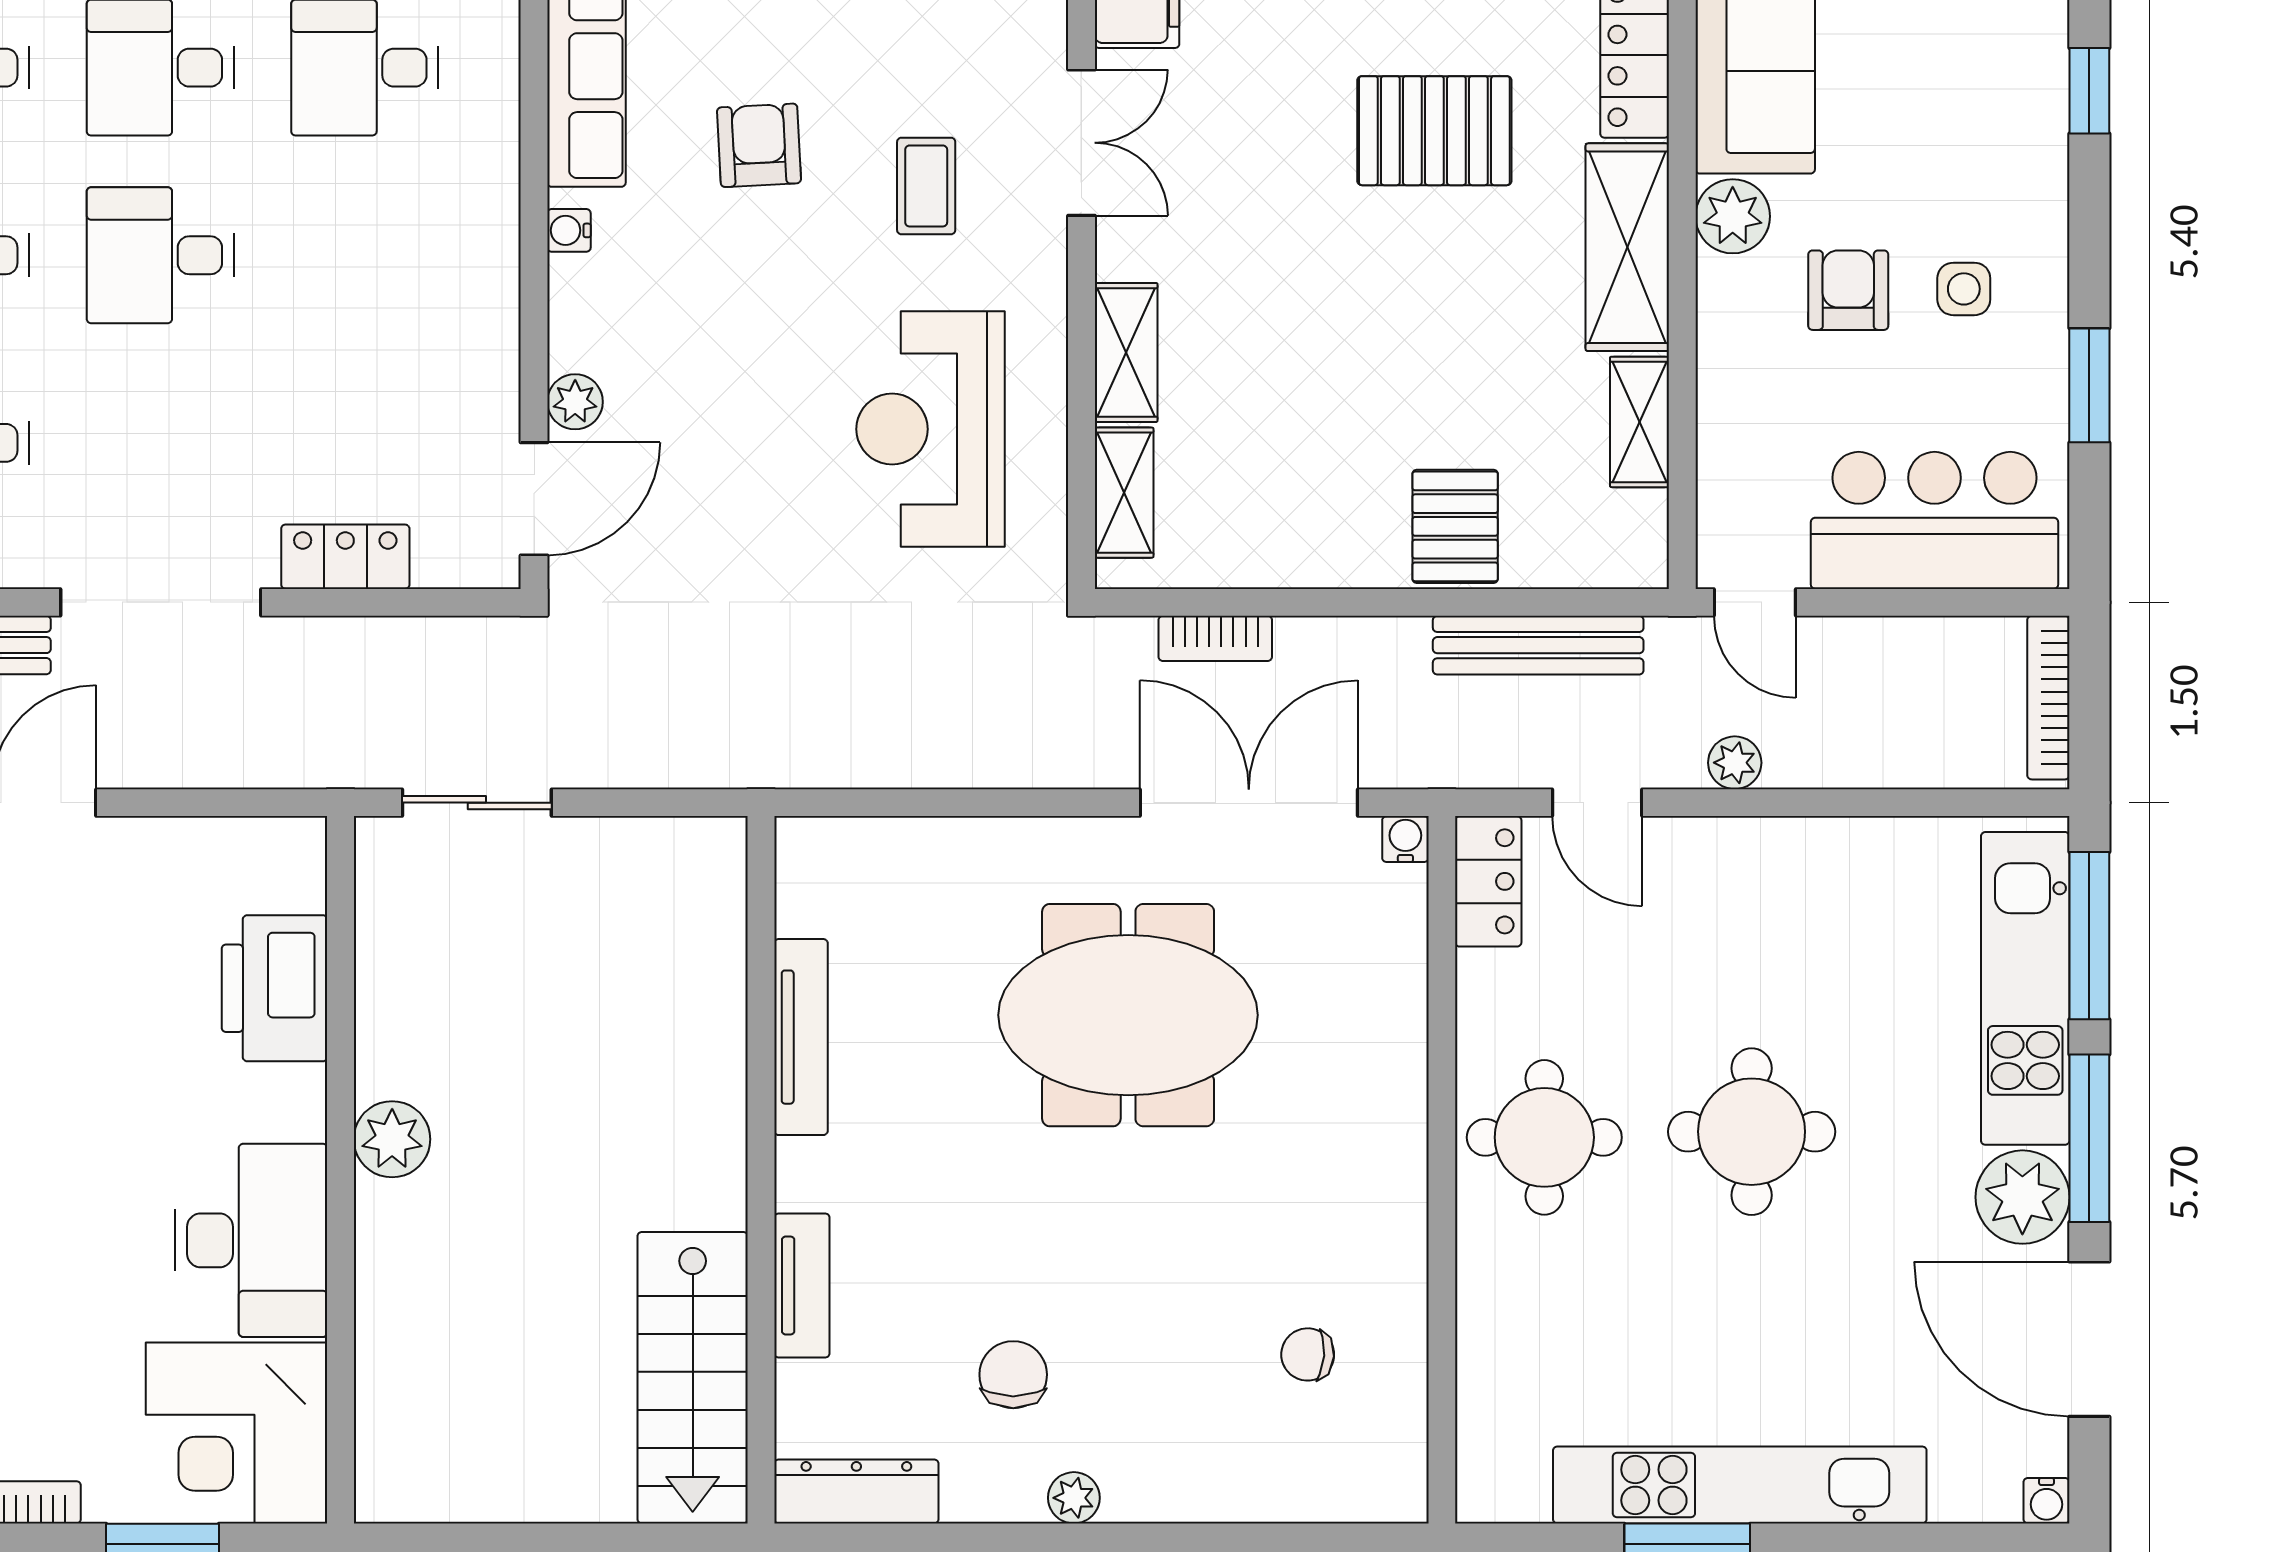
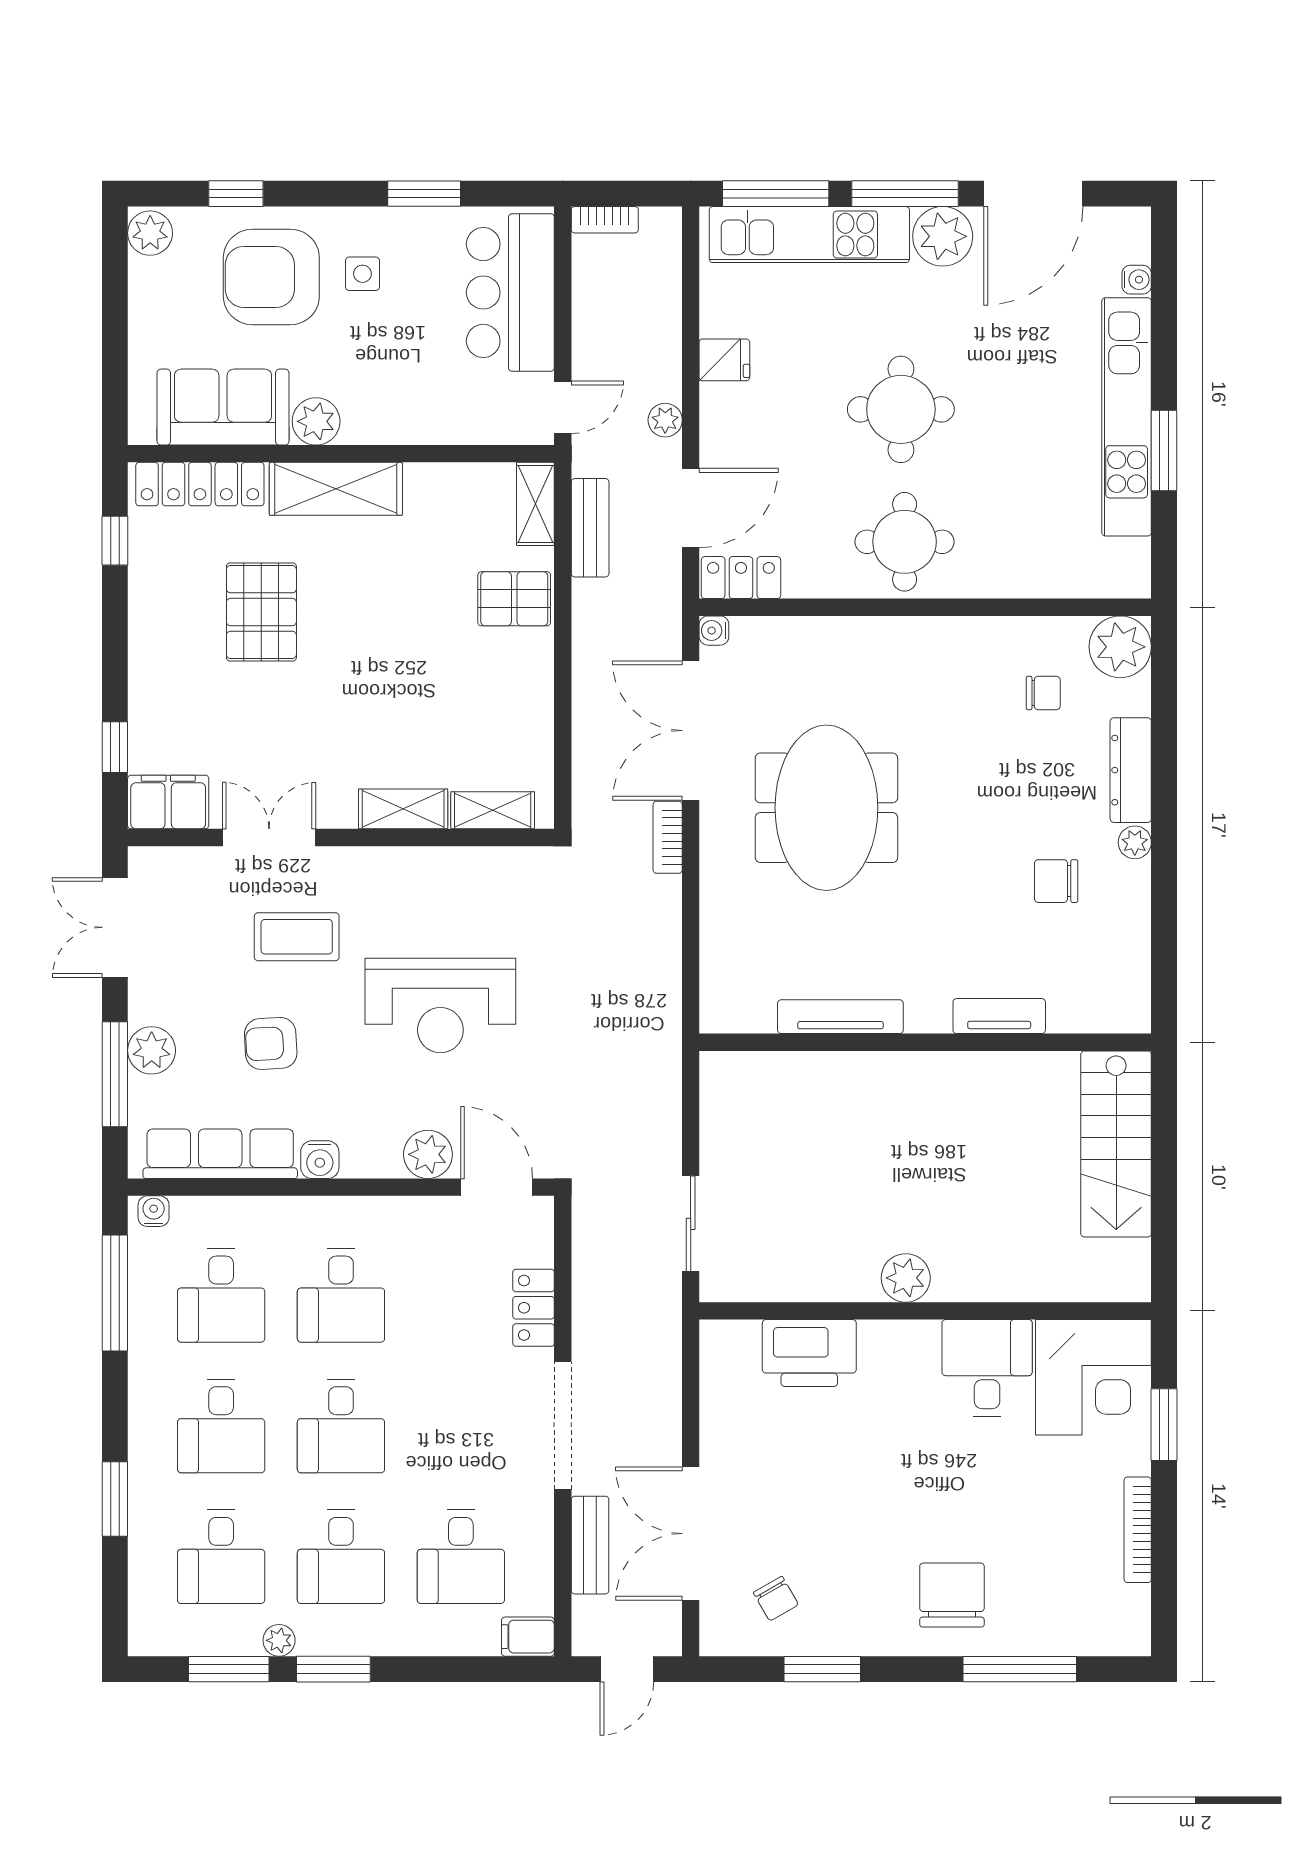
coffee table: (926, 186) -> (297, 937), width x1.36, depth x1.30
water cooler: (569, 230) -> (320, 1160), width x1.38, depth x1.38
desk: (365, 255) -> (341, 1295), added
armchair: (1848, 290) -> (271, 277), moved, width x1.88, depth x1.88
plant: (575, 402) -> (428, 1154), width x1.38, depth x1.38
shelving: (1639, 422) -> (535, 504), moved, turned 90
reception desk: (931, 429) -> (440, 1005), moved
bookcase: (1215, 638) -> (668, 837), moved, turned 180
bench: (1538, 645) -> (590, 528), width x0.73
bookcase: (2048, 698) -> (605, 220), width x0.64
door: (1597, 803) -> (691, 508), width x1.38
fridge: (1829, 855) -> (724, 360), added
desk: (251, 1240) -> (987, 1368), width x0.73
chair: (1308, 1354) -> (1043, 693), turned -94
stairs: (693, 1378) -> (1116, 1144), moved, turned 90
plant: (1380, 1475) -> (1120, 647), added
dresser: (856, 1491) -> (1131, 770), moved
water cooler: (2046, 1501) -> (1137, 280), moved

